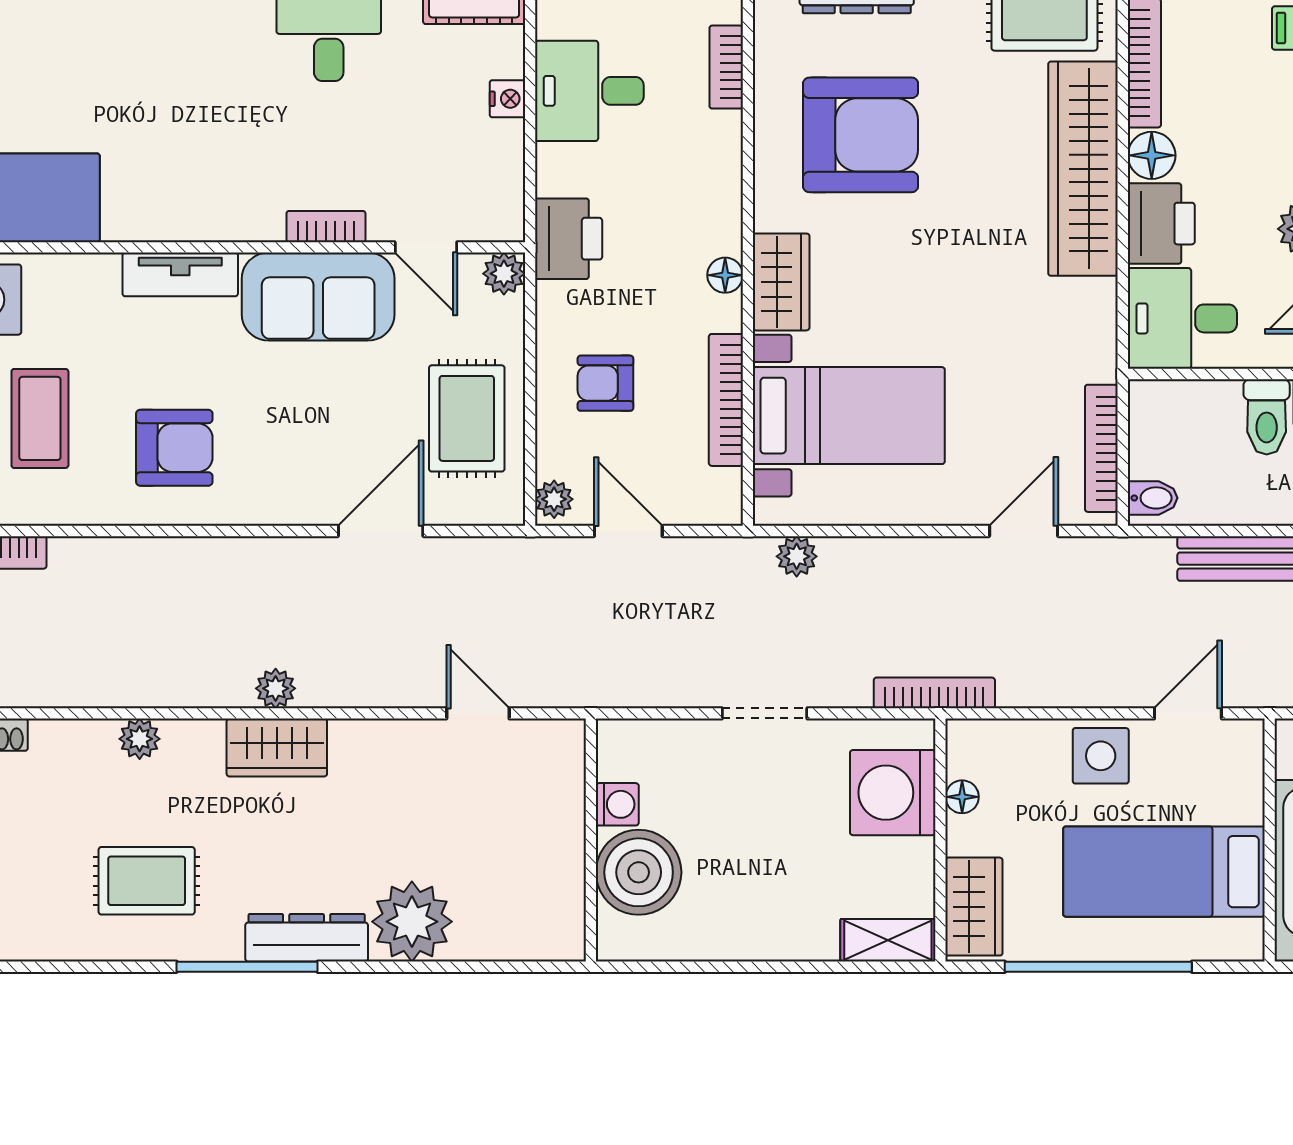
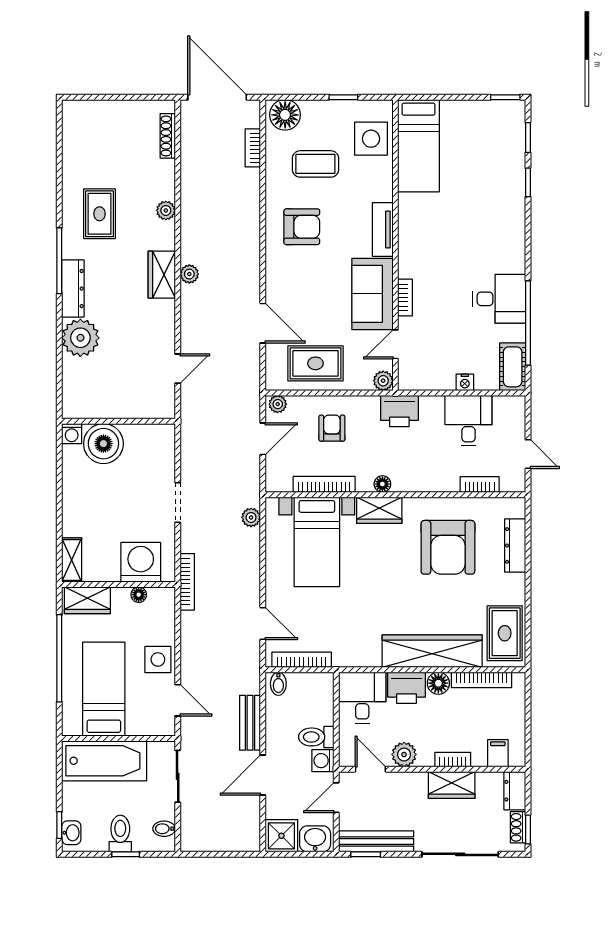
armchair: (174, 448) -> (302, 227), turned -90
washing machine: (617, 804) -> (72, 434), moved

